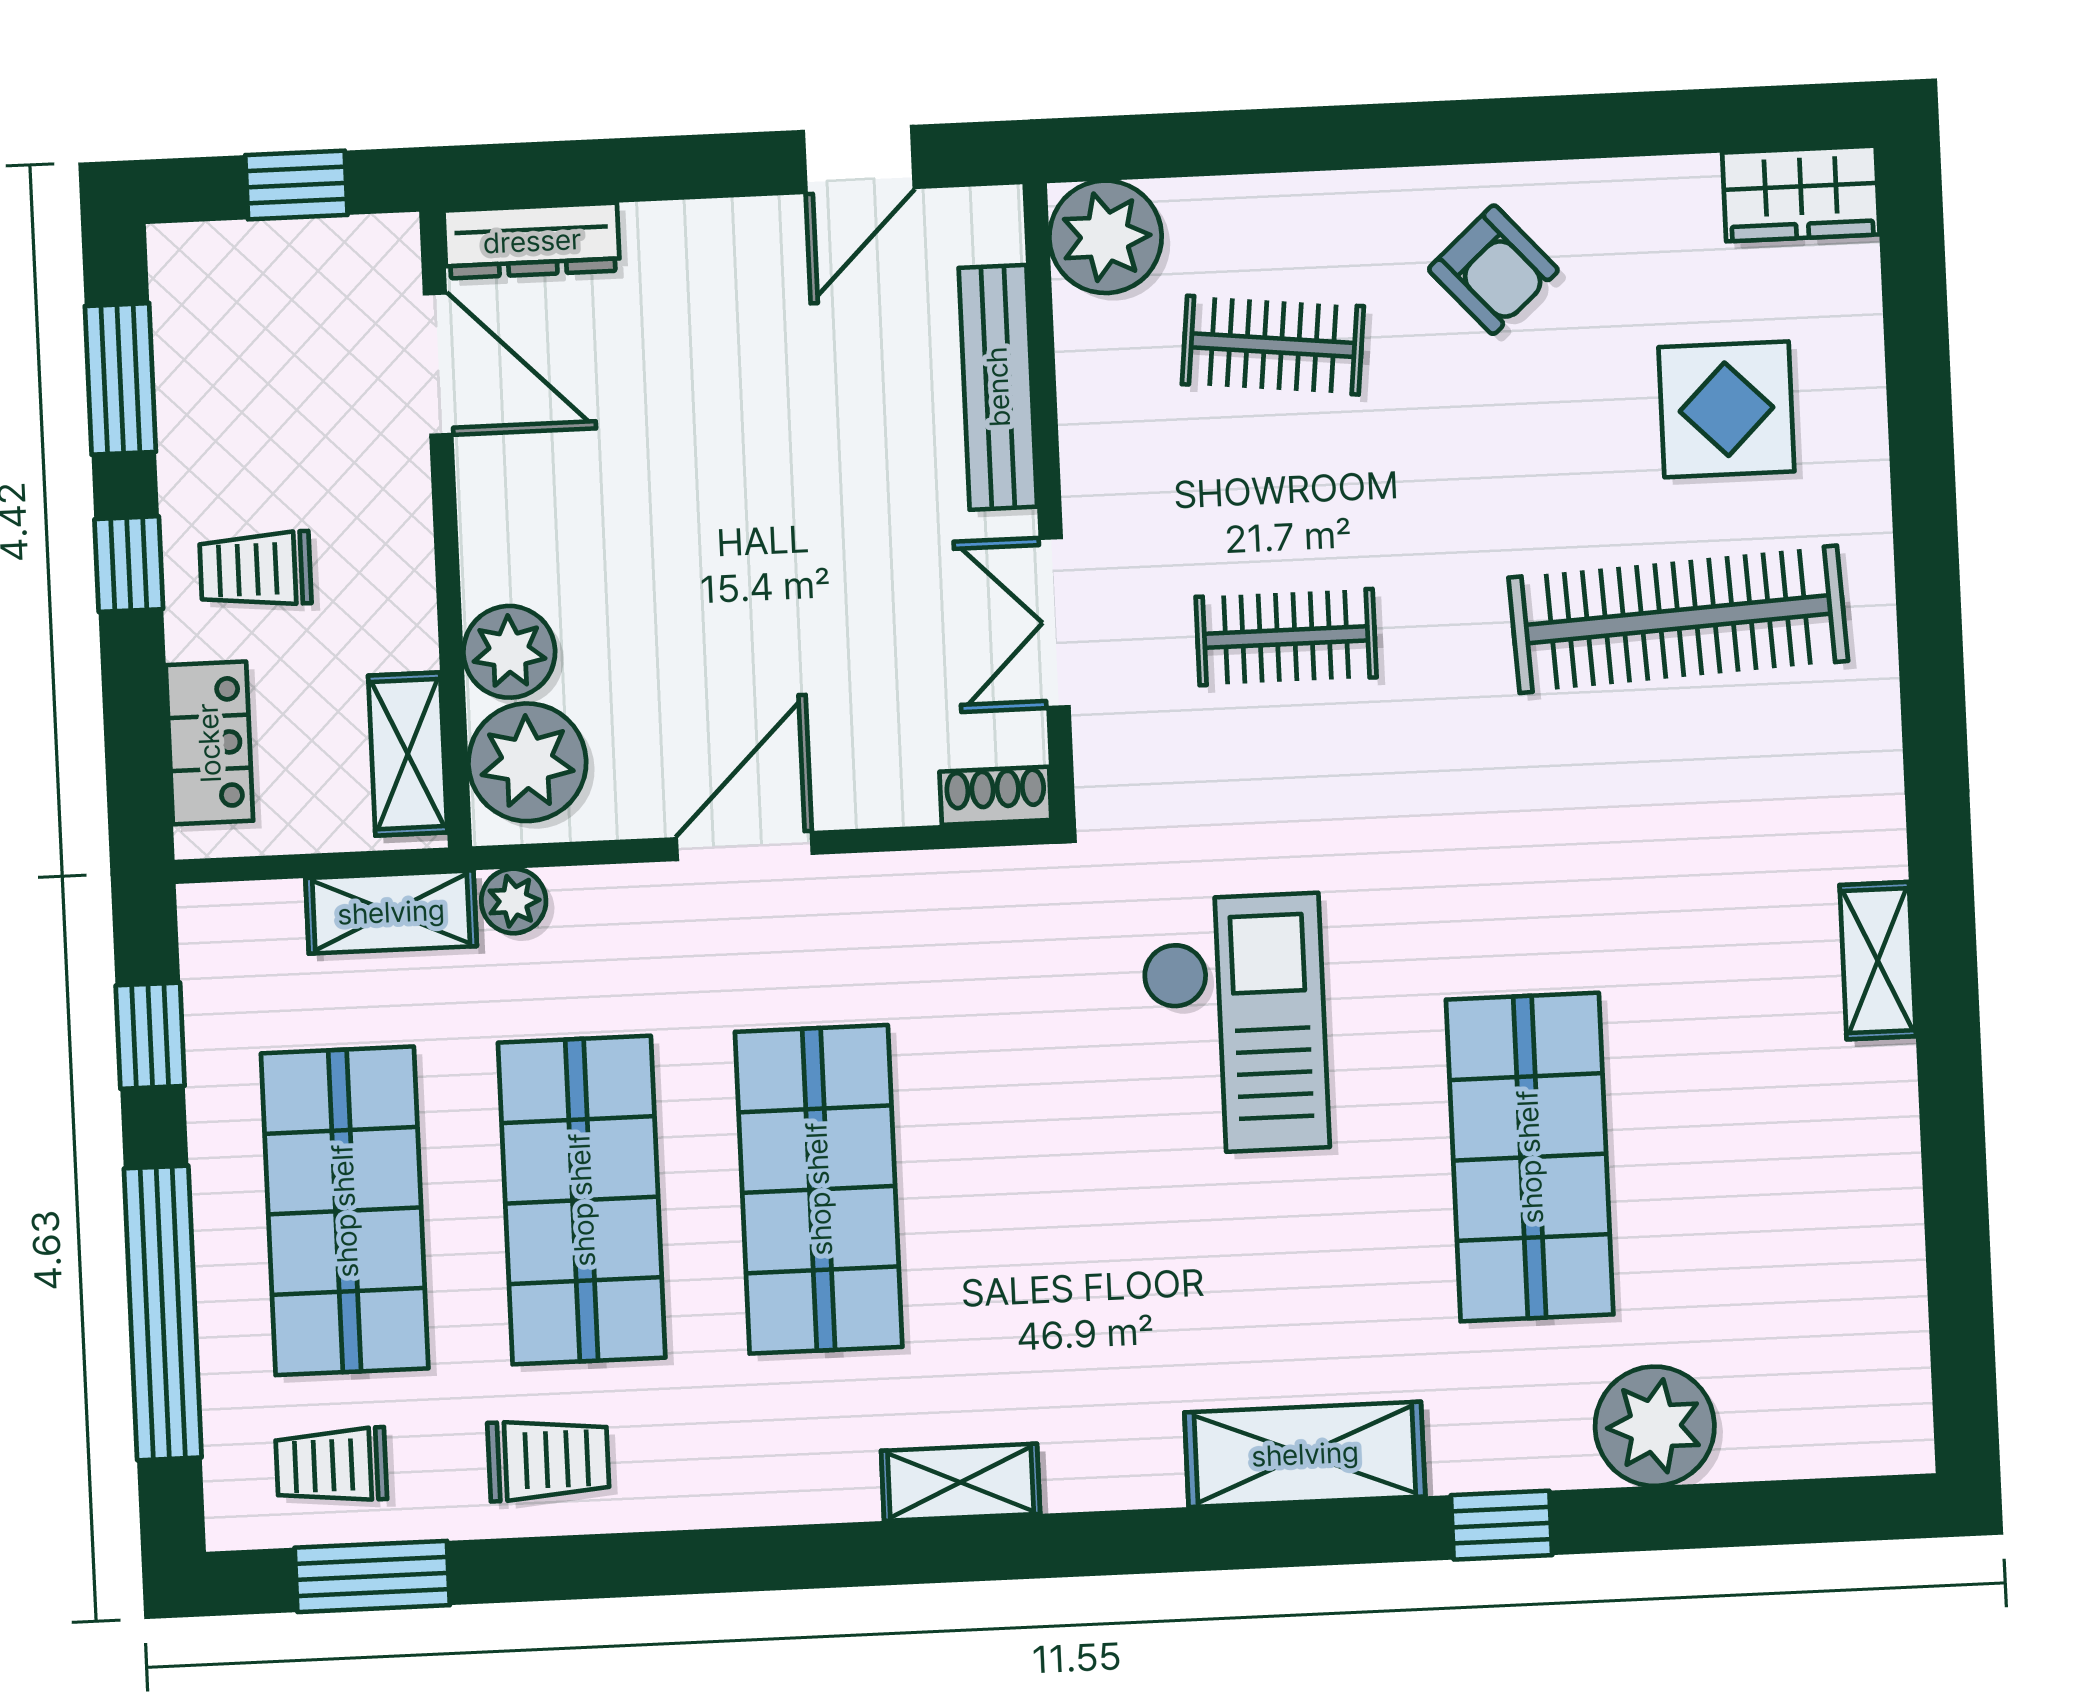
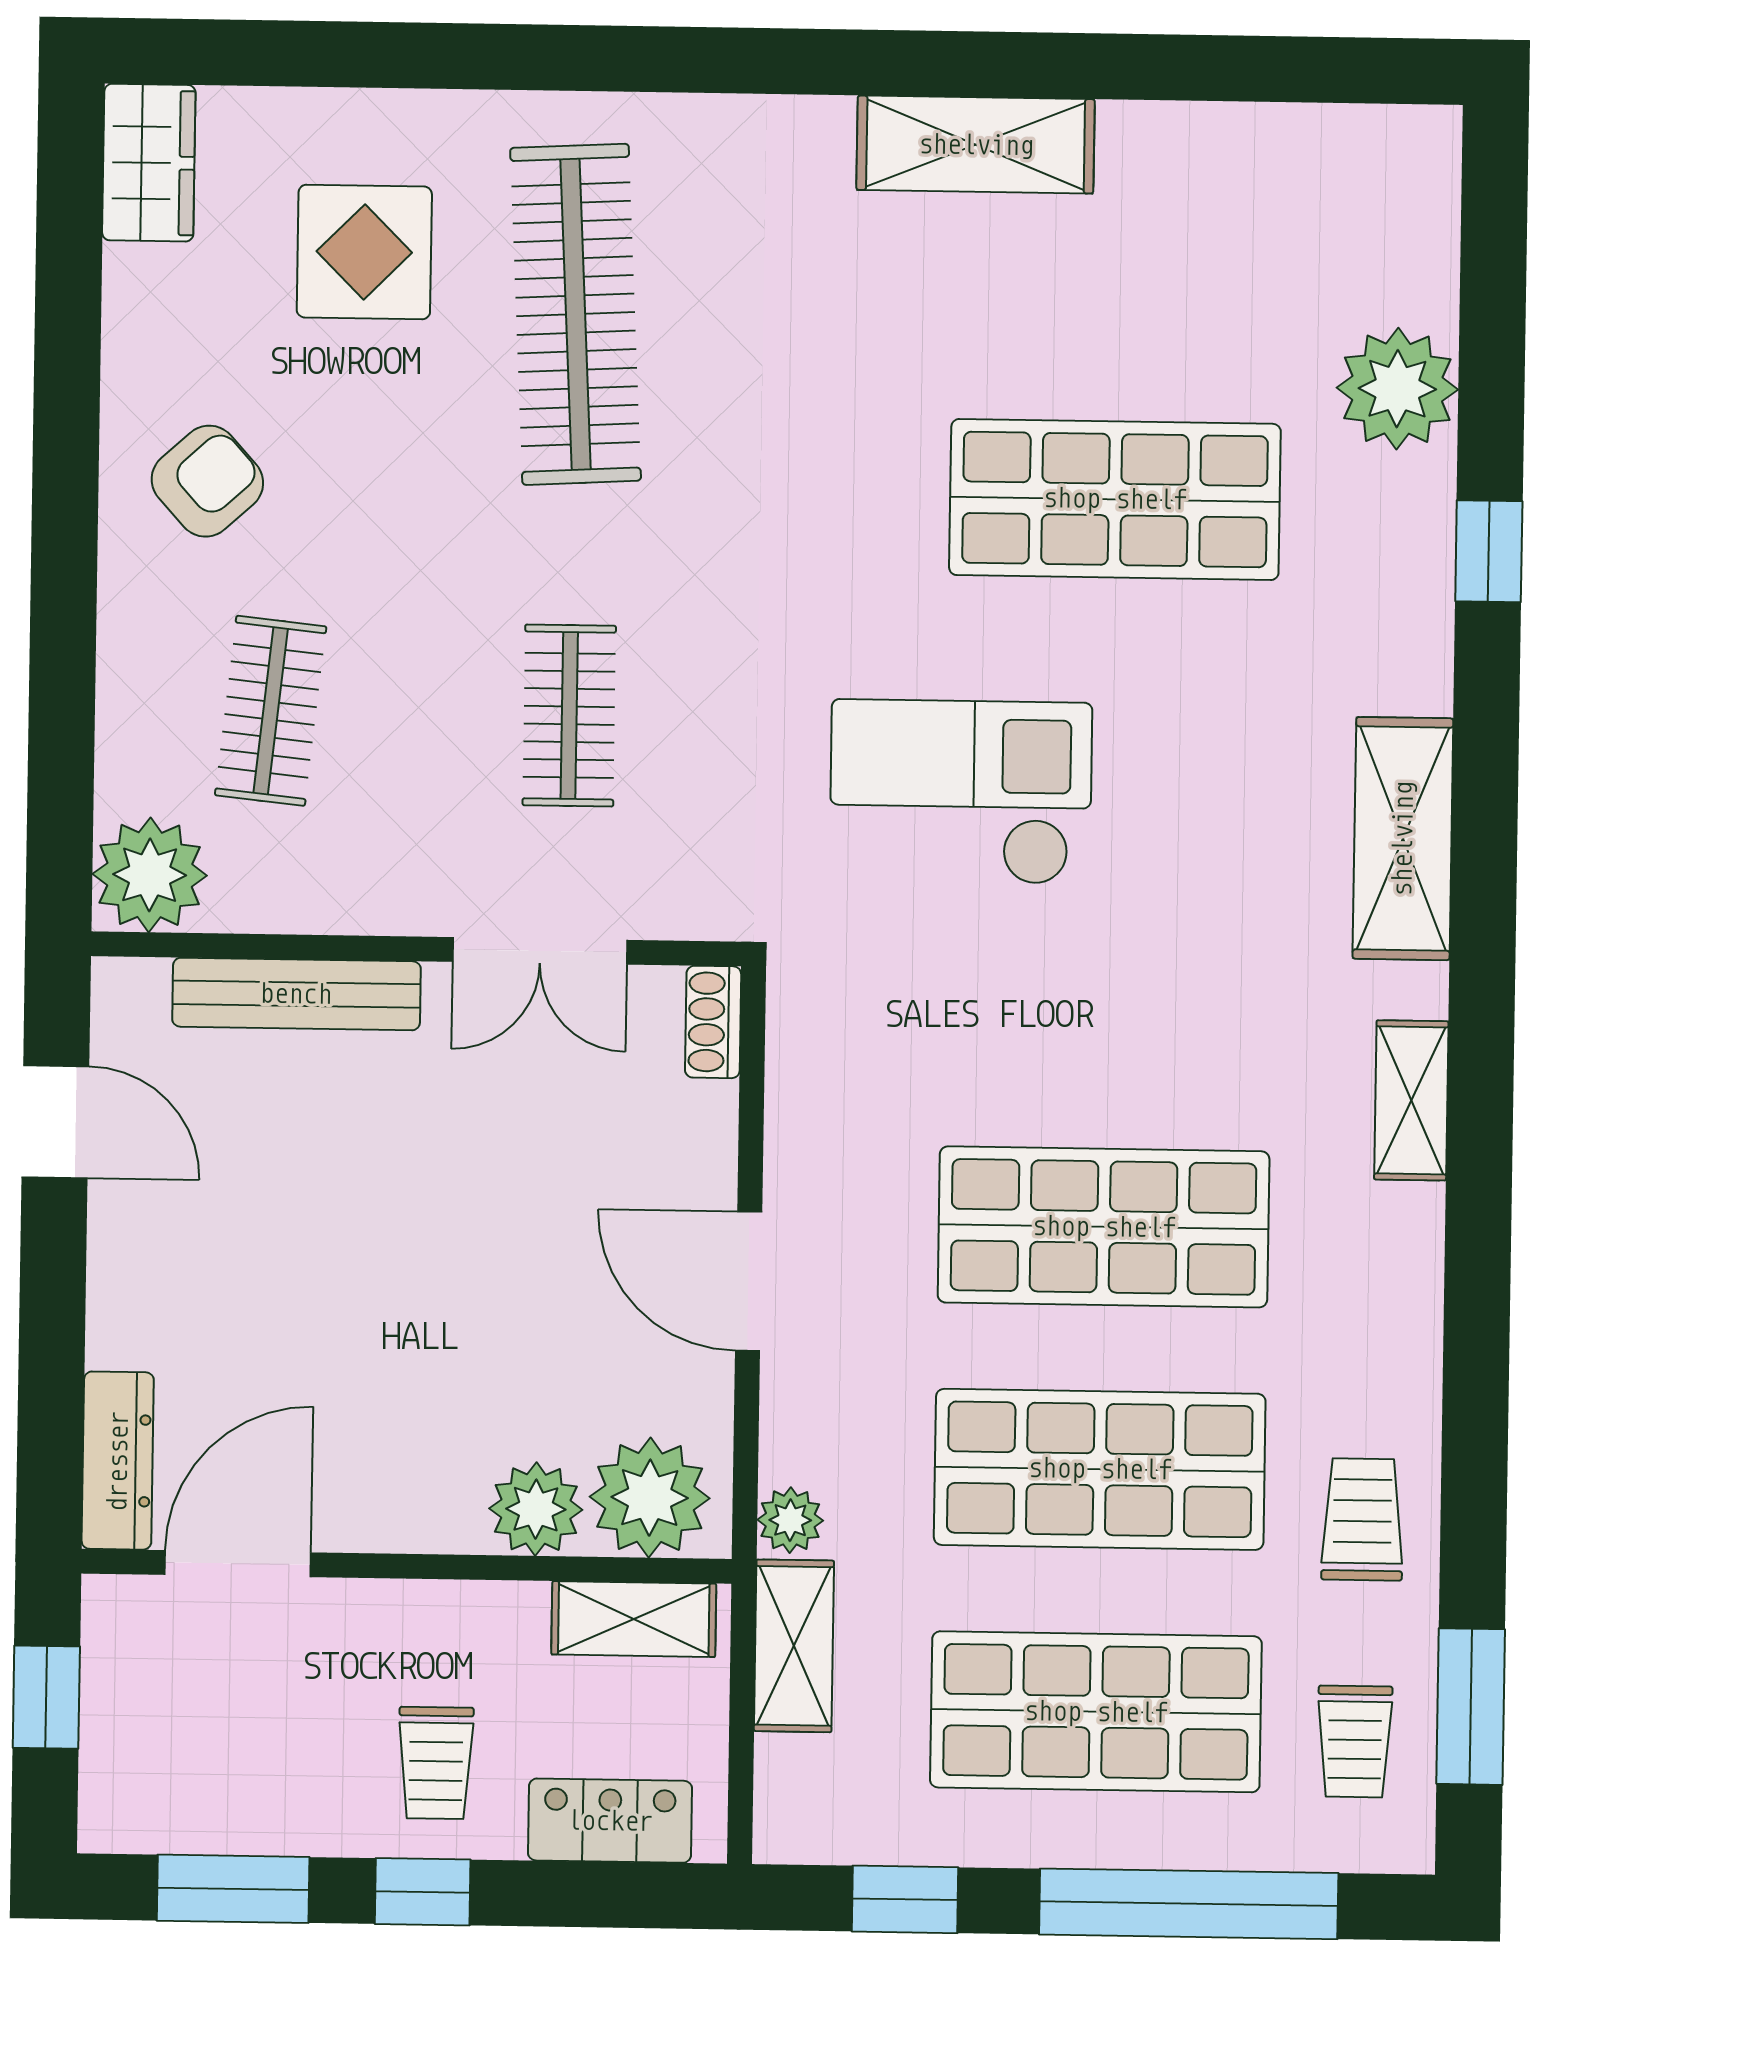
shelving: (1878, 961) -> (976, 145), width x1.50, depth x1.33
shelving: (1305, 1454) -> (1403, 839), moved

